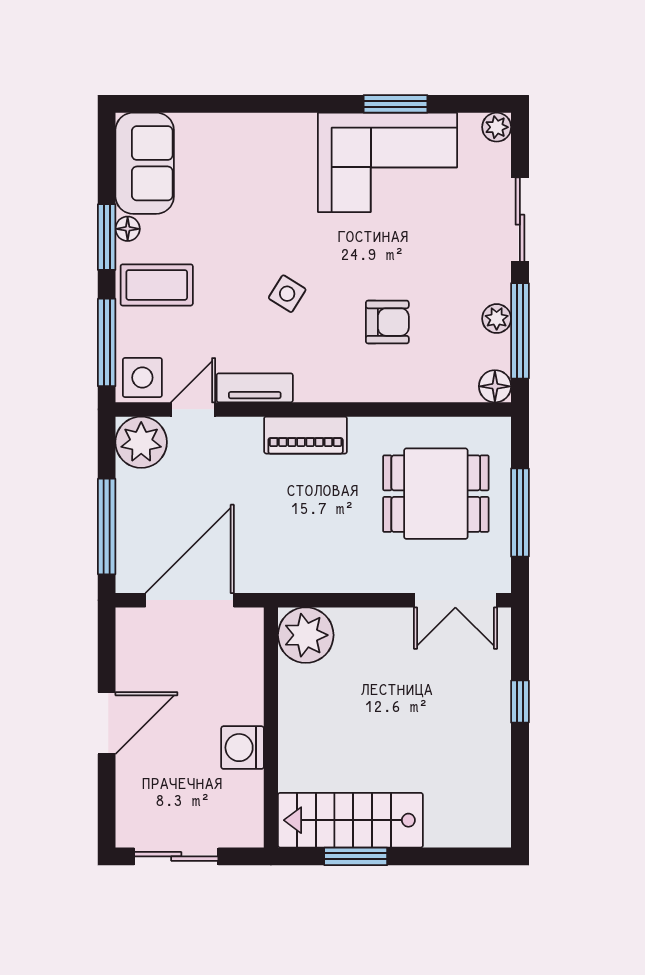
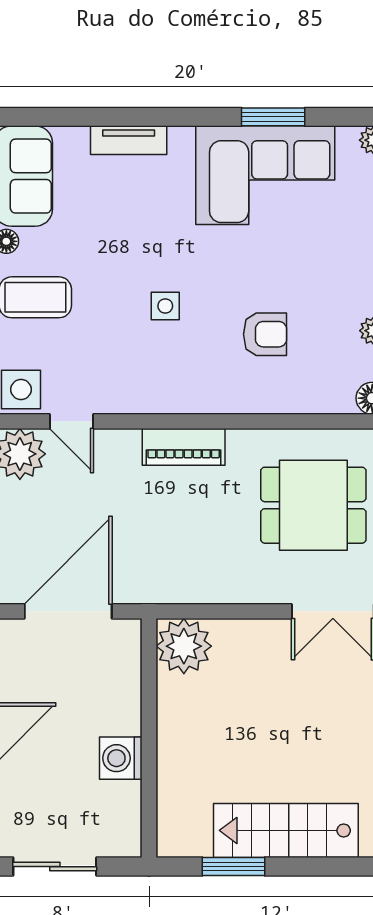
side table: (287, 294) -> (165, 306), turned -32
tv unit: (255, 388) -> (129, 140), moved, turned 180
door: (193, 409) -> (71, 421), swing flipped
stairs: (350, 820) -> (286, 830), moved

